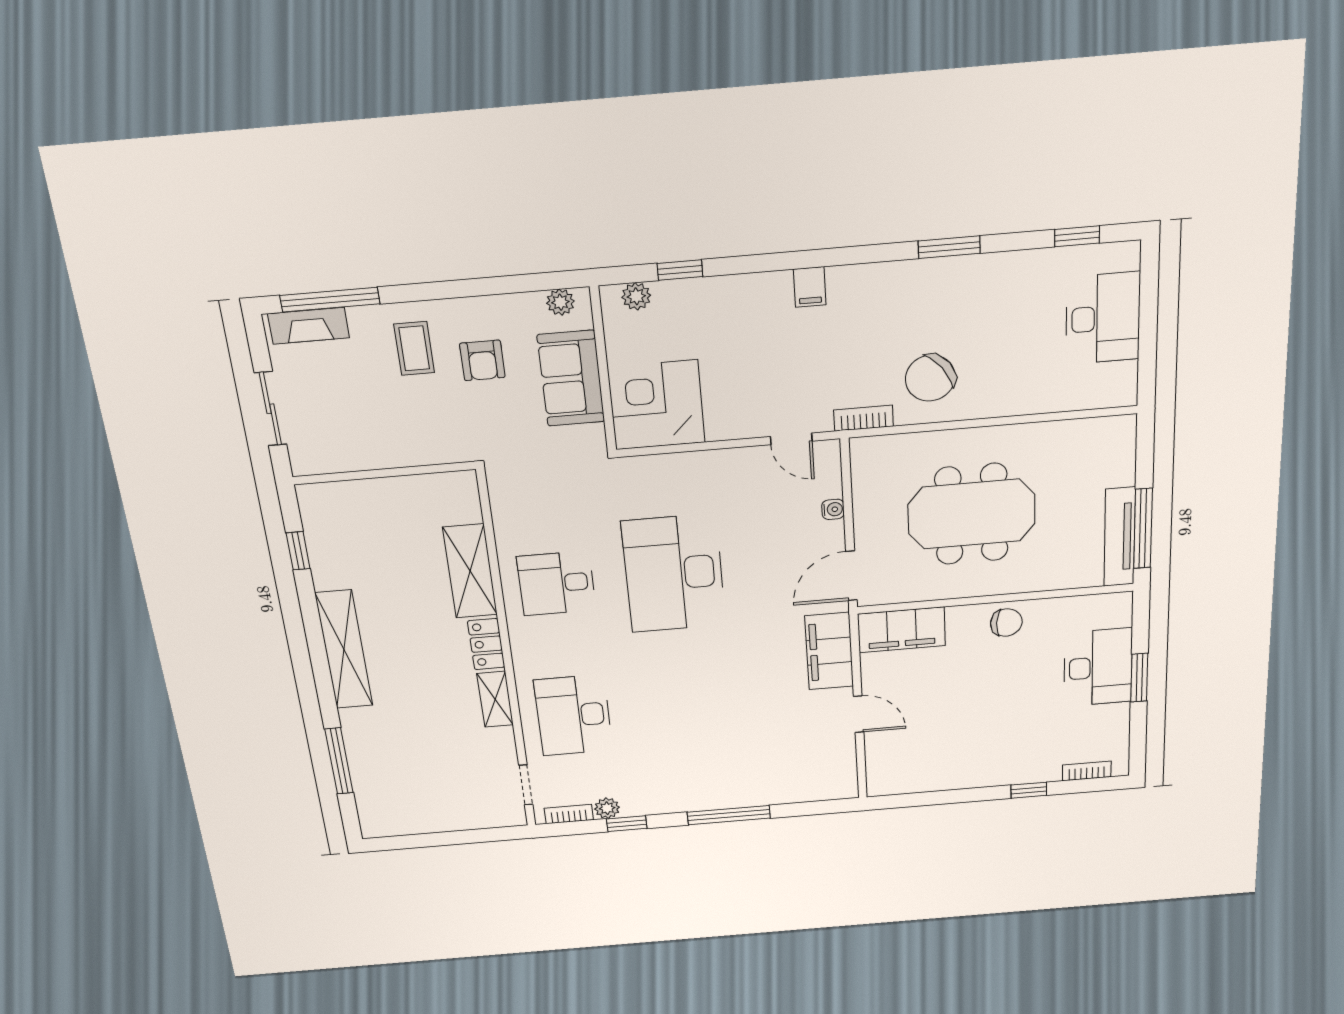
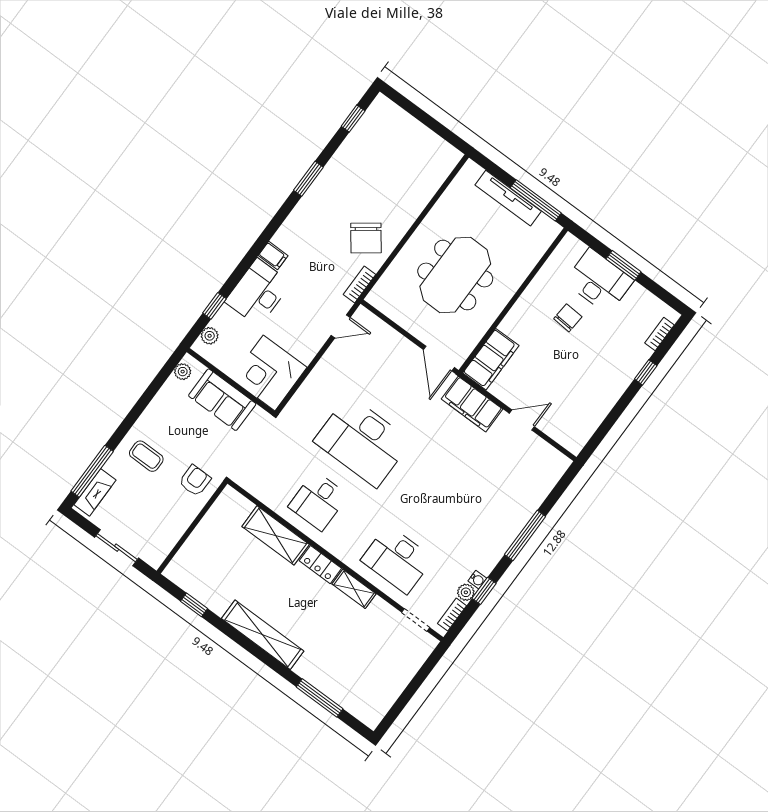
desk: (1103, 318) -> (258, 292), moved, turned -90
armchair: (482, 360) -> (195, 481), moved, turned -90
water cooler: (833, 509) -> (477, 580), moved, turned 90
tv unit: (1120, 537) -> (508, 198), moved
chair: (1006, 623) -> (568, 318), moved

